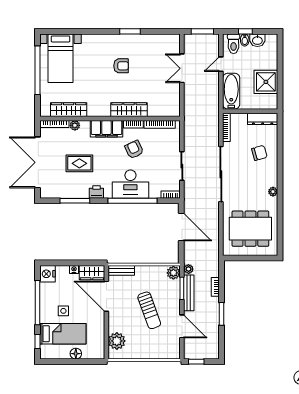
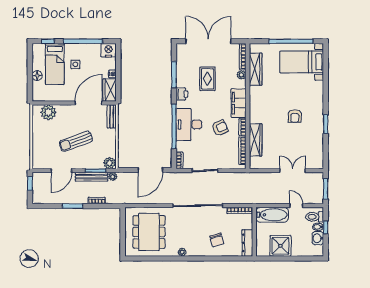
wardrobe: (129, 110) -> (256, 140), moved

